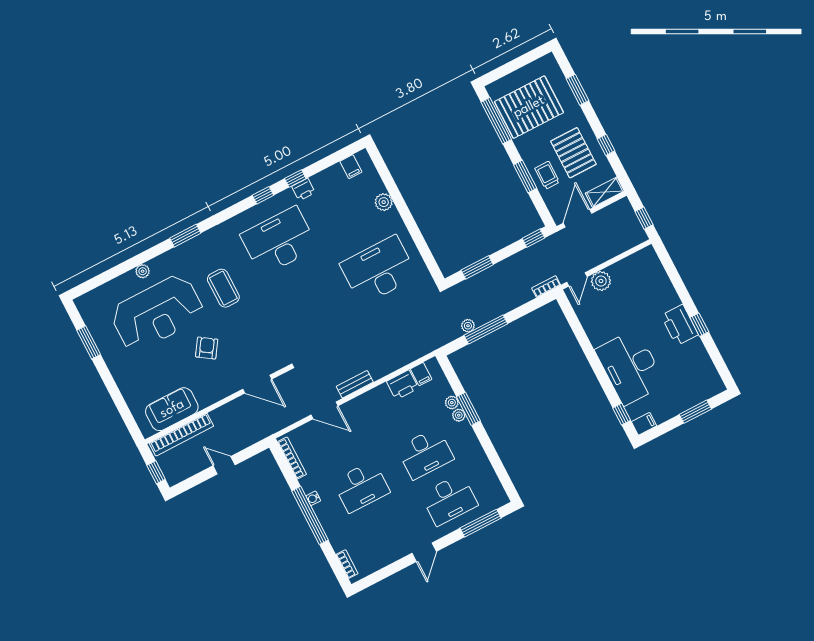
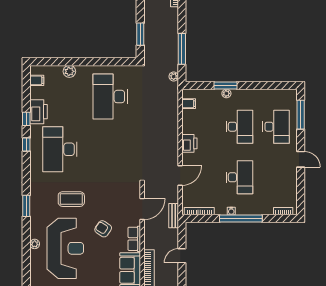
printer: (303, 189) -> (38, 112), width x1.87, depth x1.48
plant: (468, 326) -> (174, 76), moved
bench: (355, 384) -> (174, 216), moved
printer: (402, 385) -> (189, 143), moved
row of seats: (214, 394) -> (134, 239), added
plant: (452, 403) -> (216, 94), removed

